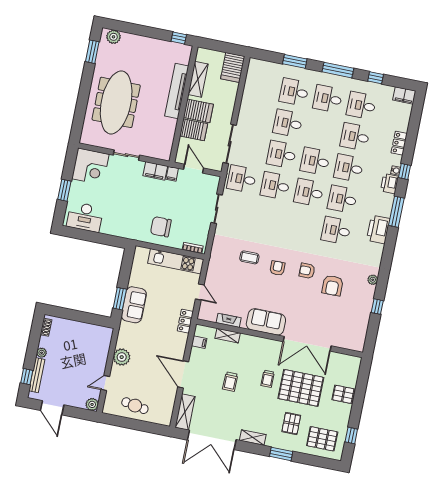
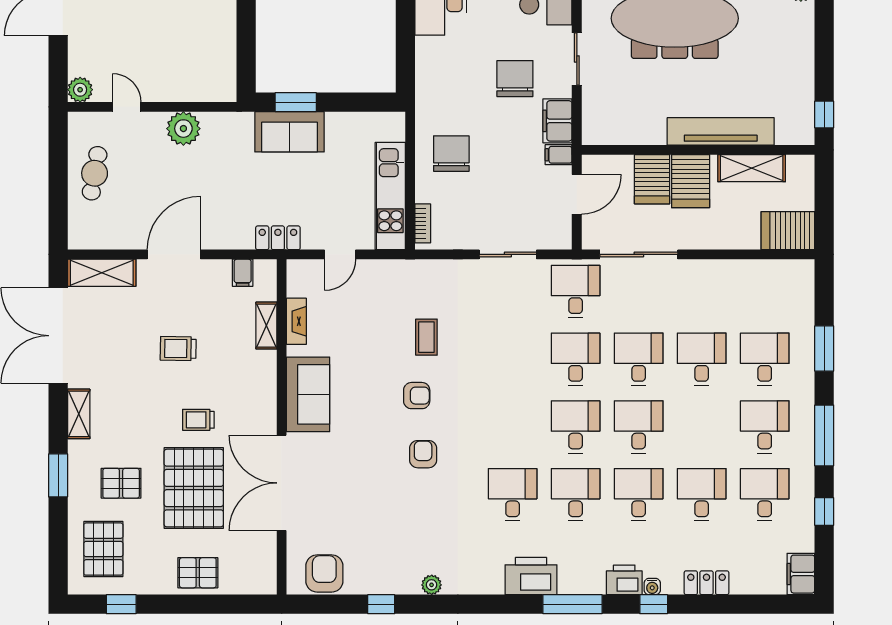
chair: (130, 188) -> (515, 79), added
armchair: (333, 285) -> (324, 573), moved, turned 90
pallet: (343, 394) -> (198, 573), turned 90

